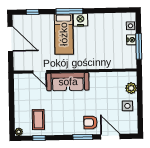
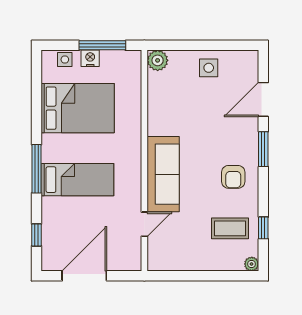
nightstand: (80, 20) -> (52, 149), removed
bed: (104, 33) -> (78, 108), added
plant: (131, 88) -> (158, 60), moved
armchair: (90, 122) -> (233, 177), moved

